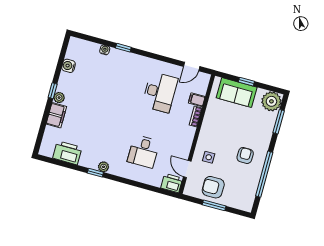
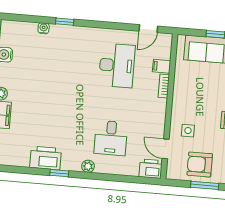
printer: (67, 153) -> (46, 158), moved
plant: (104, 167) -> (88, 166), moved

